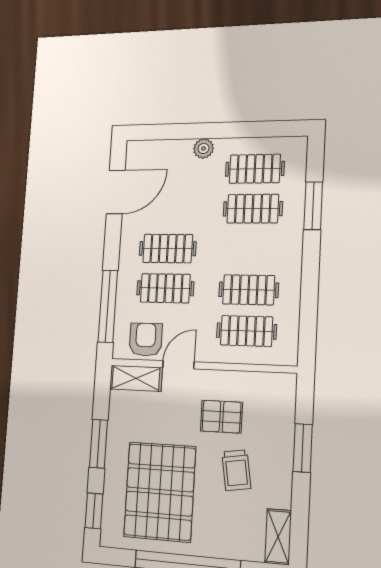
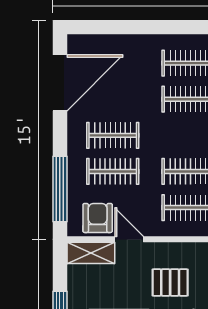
plant: (203, 148) -> (140, 44), removed
door: (116, 192) -> (60, 83), width x1.36
door: (178, 365) -> (129, 239), hinge flipped

